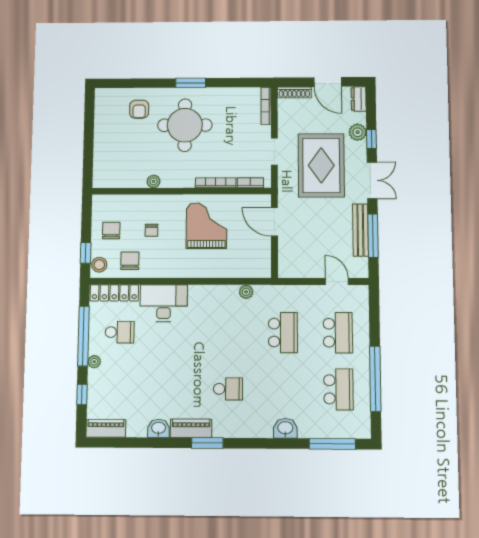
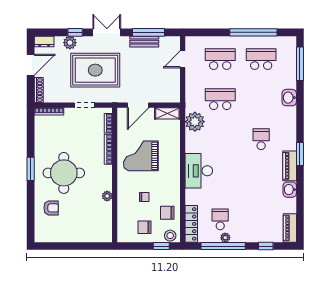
bench: (360, 230) -> (144, 42), width x0.73
shelving: (263, 261) -> (167, 113), added
plant: (246, 292) -> (195, 122), width x1.88, depth x1.88
desk: (164, 303) -> (199, 171), moved
plant: (94, 362) -> (225, 238), moved

